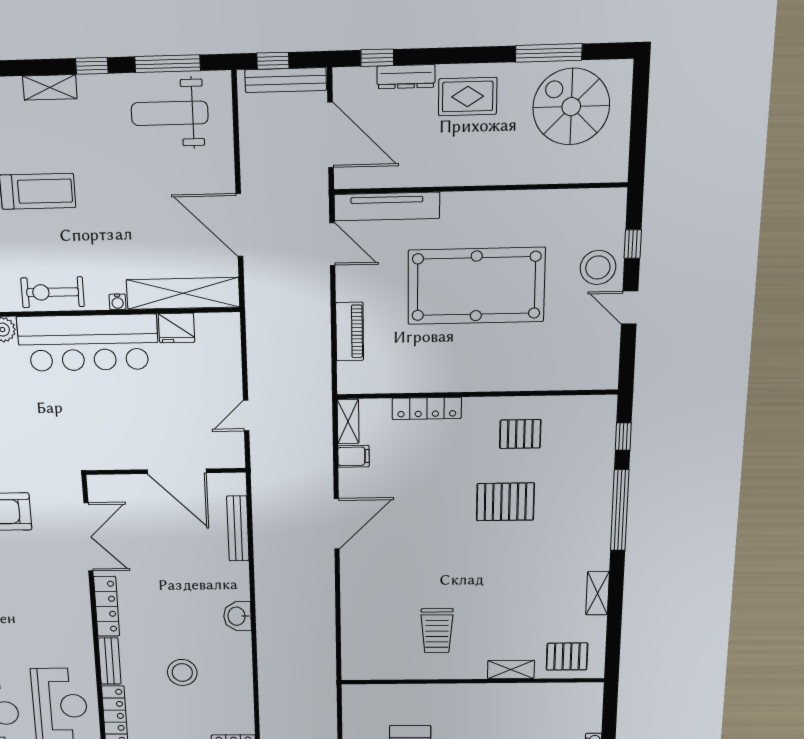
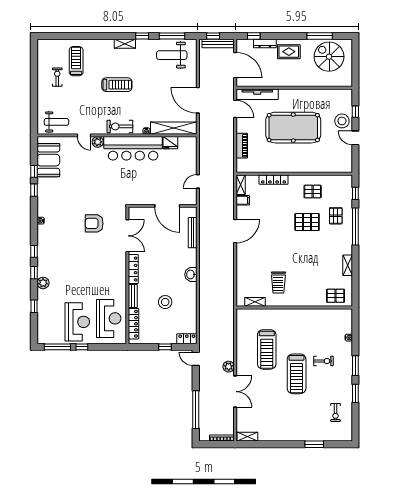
pallet: (574, 487) -> (336, 216), added
shelving: (511, 670) -> (255, 302), moved

